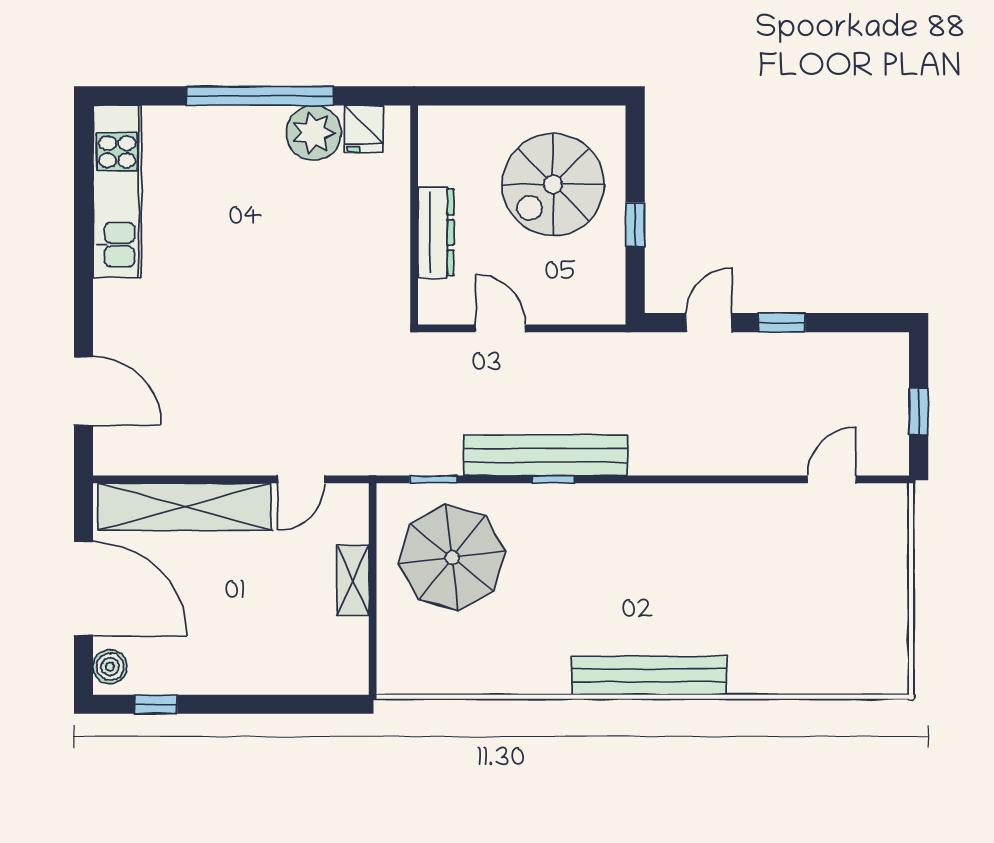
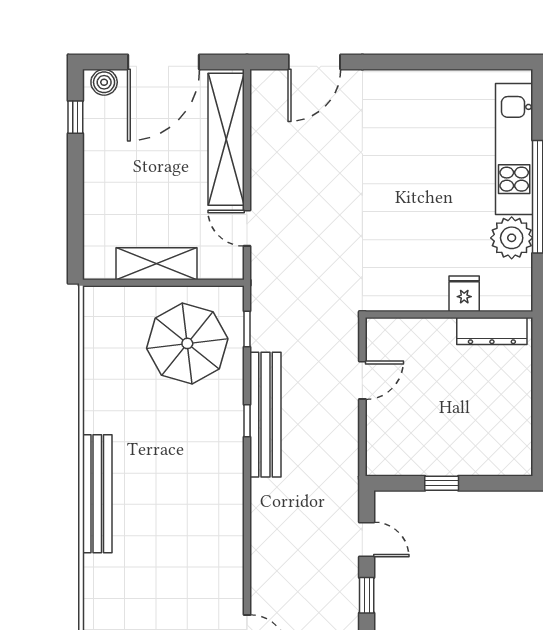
fridge: (364, 129) -> (464, 294), moved, turned 90
spiral stairs: (553, 184) -> (472, 421), removed
kitchen unit: (117, 191) -> (514, 149), moved, turned 90
dresser: (436, 232) -> (492, 331), moved
shelving: (353, 580) -> (157, 264), width x1.50, depth x1.33

